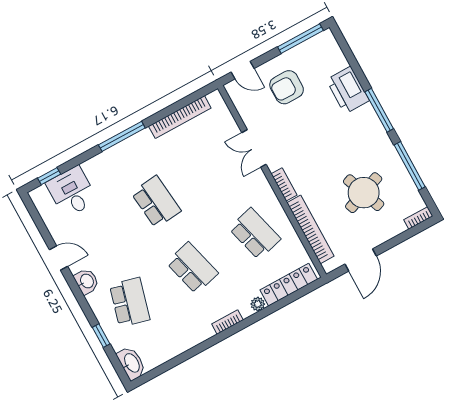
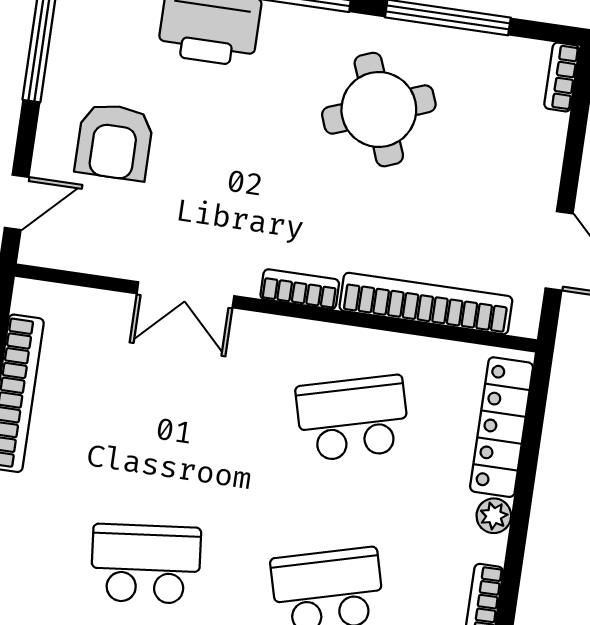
round table: (364, 193) -> (379, 110), moved

